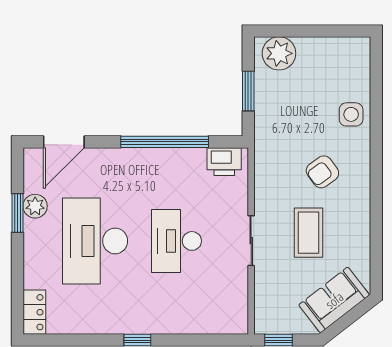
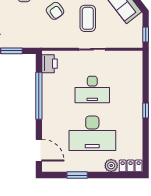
plant: (35, 206) -> (111, 166), moved
coffee table: (309, 233) -> (88, 18), turned 90

